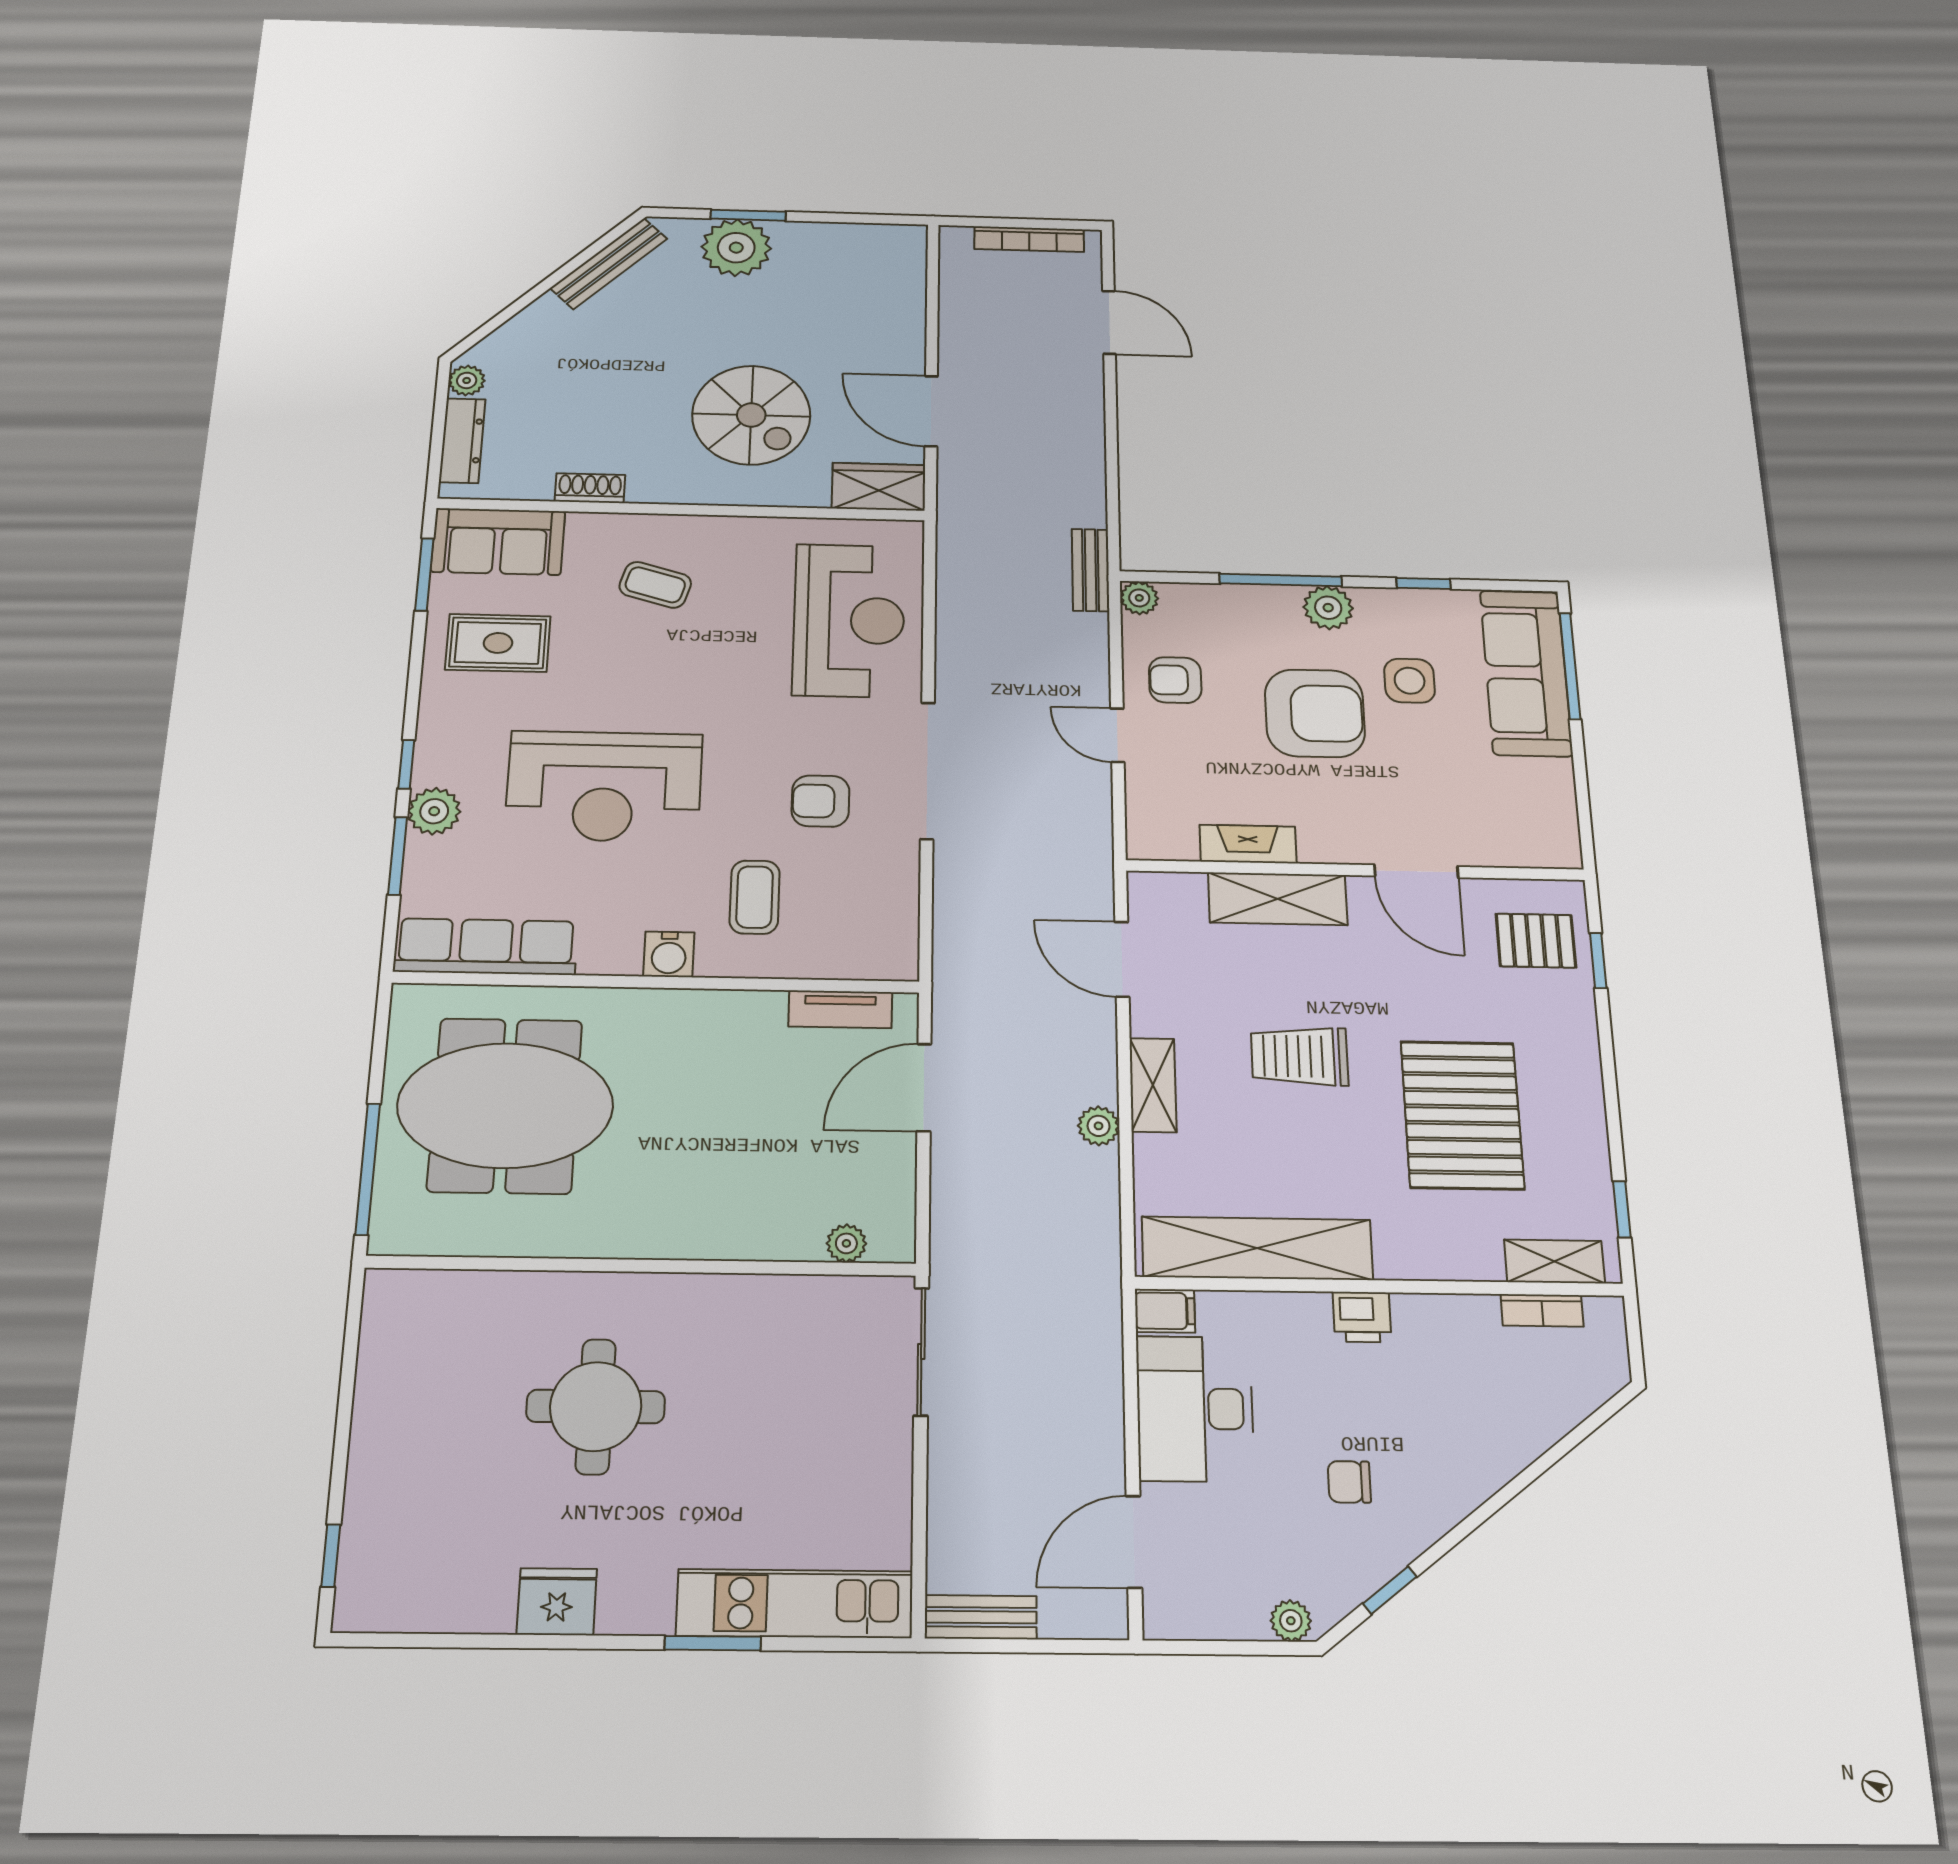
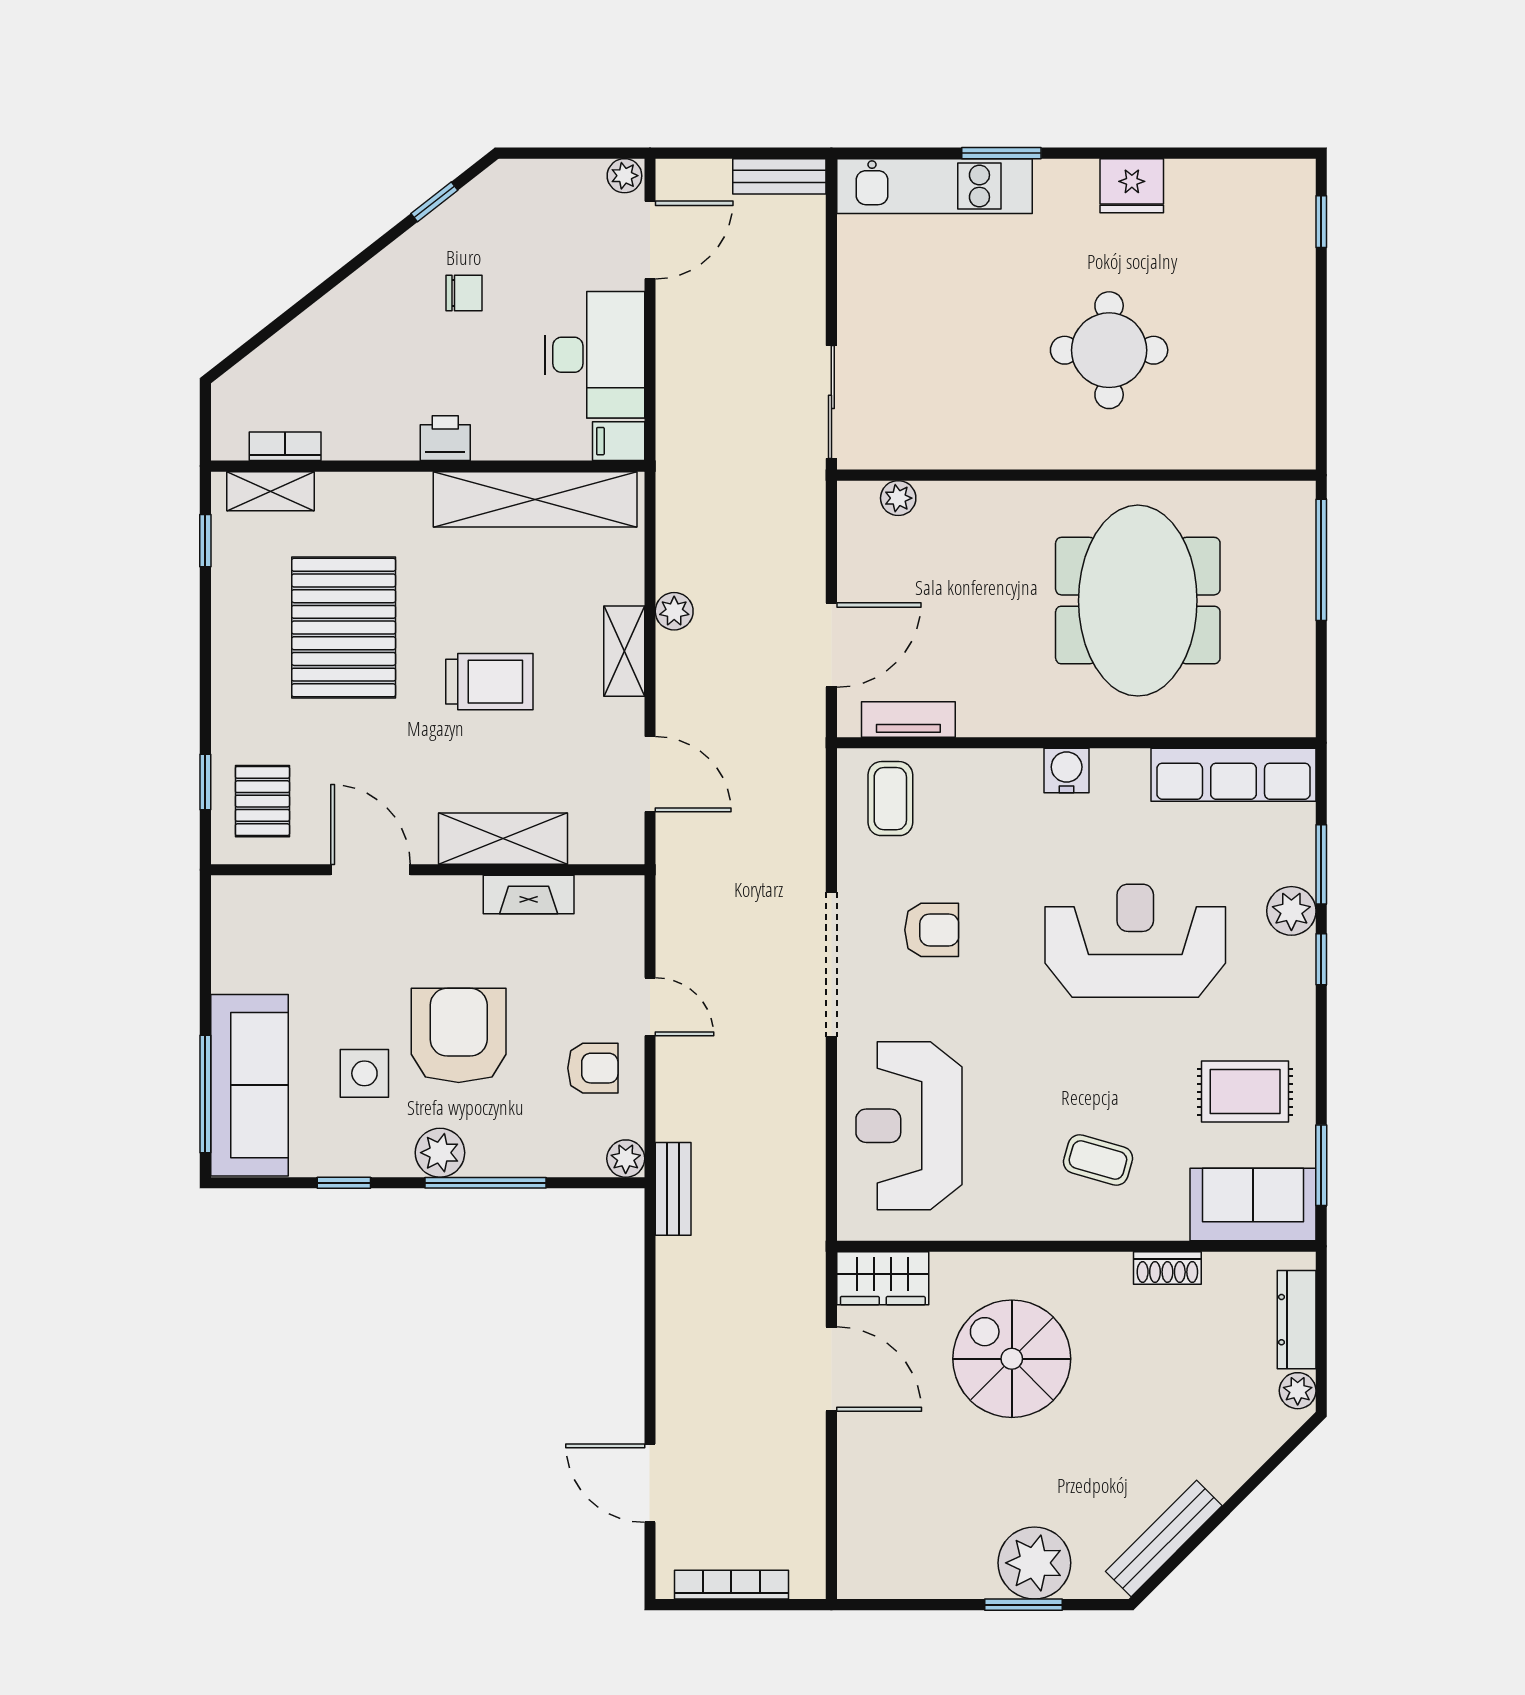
armchair: (1315, 713) -> (459, 1035), turned 90
coffee table: (755, 897) -> (890, 799), moved
pallet: (1536, 941) -> (262, 801), turned 90
meeting table: (505, 1105) -> (1138, 601), moved, turned 90
plant: (1291, 1621) -> (624, 176), moved

